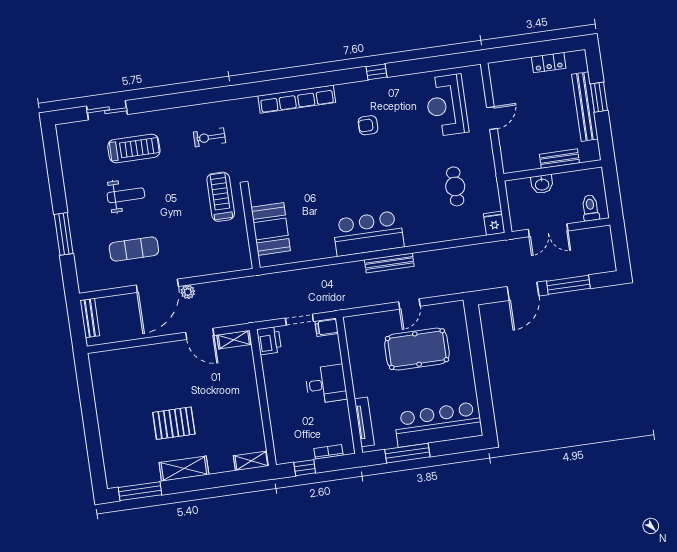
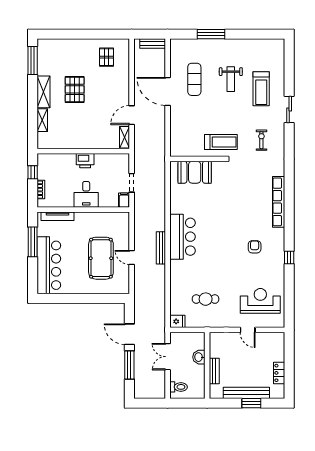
sliding door: (107, 110) -> (289, 110), moved
plant: (188, 292) -> (161, 111), removed
printer: (269, 341) -> (85, 161), moved
pallet: (120, 383) -> (106, 57), added
shelving: (251, 461) -> (42, 120), moved

